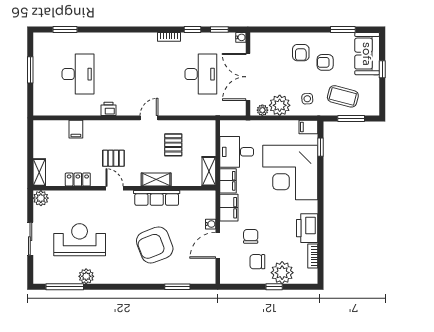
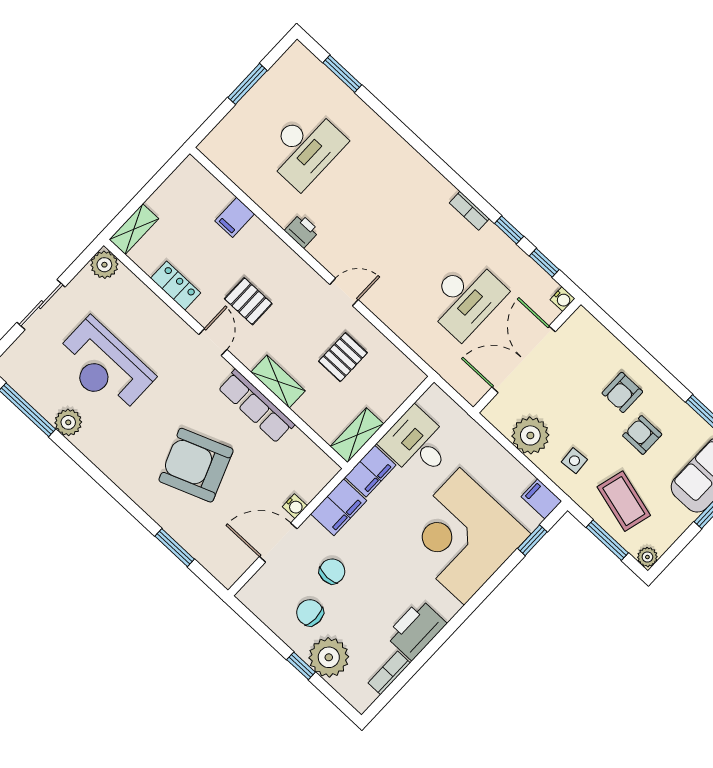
plant: (262, 110) -> (647, 557), moved
reception desk: (80, 240) -> (104, 366), turned 180

